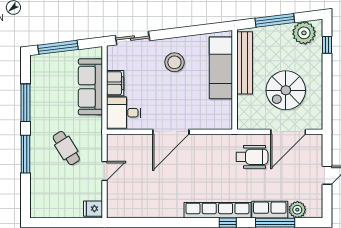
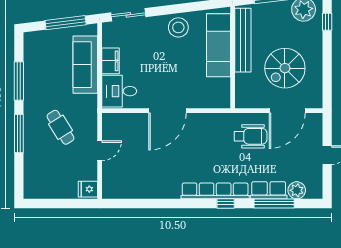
window: (58, 47) -> (66, 23), moved
stool: (174, 62) -> (178, 27), moved

